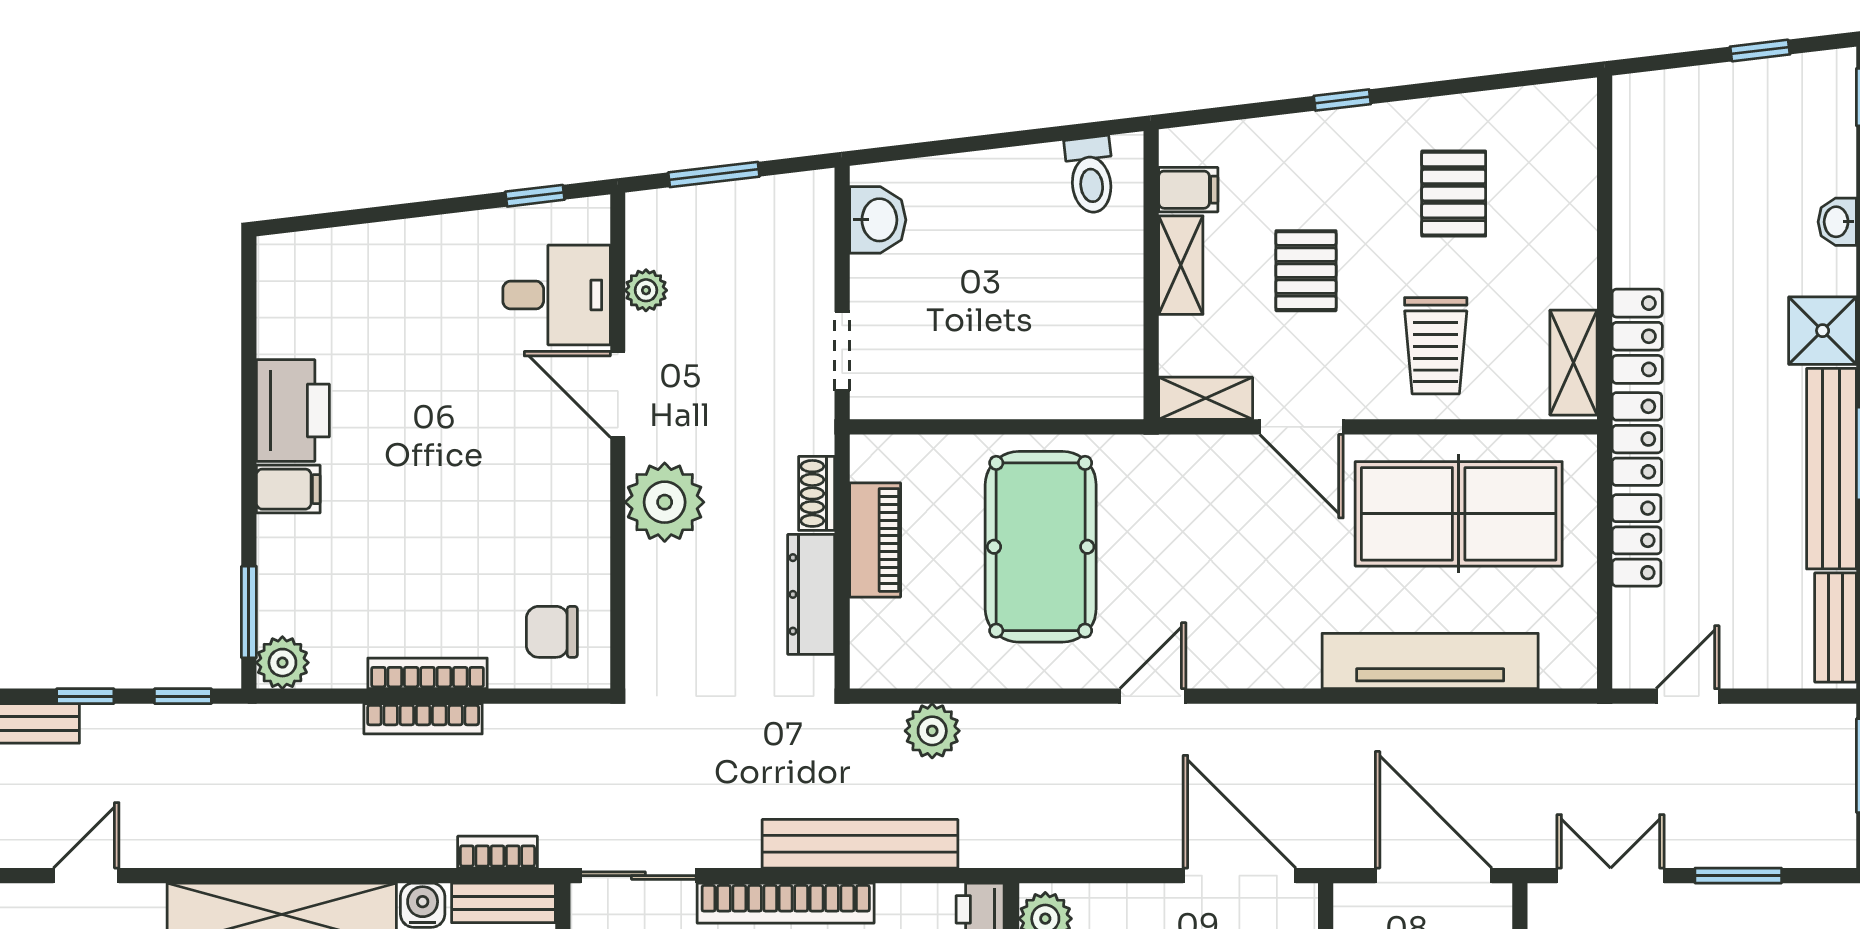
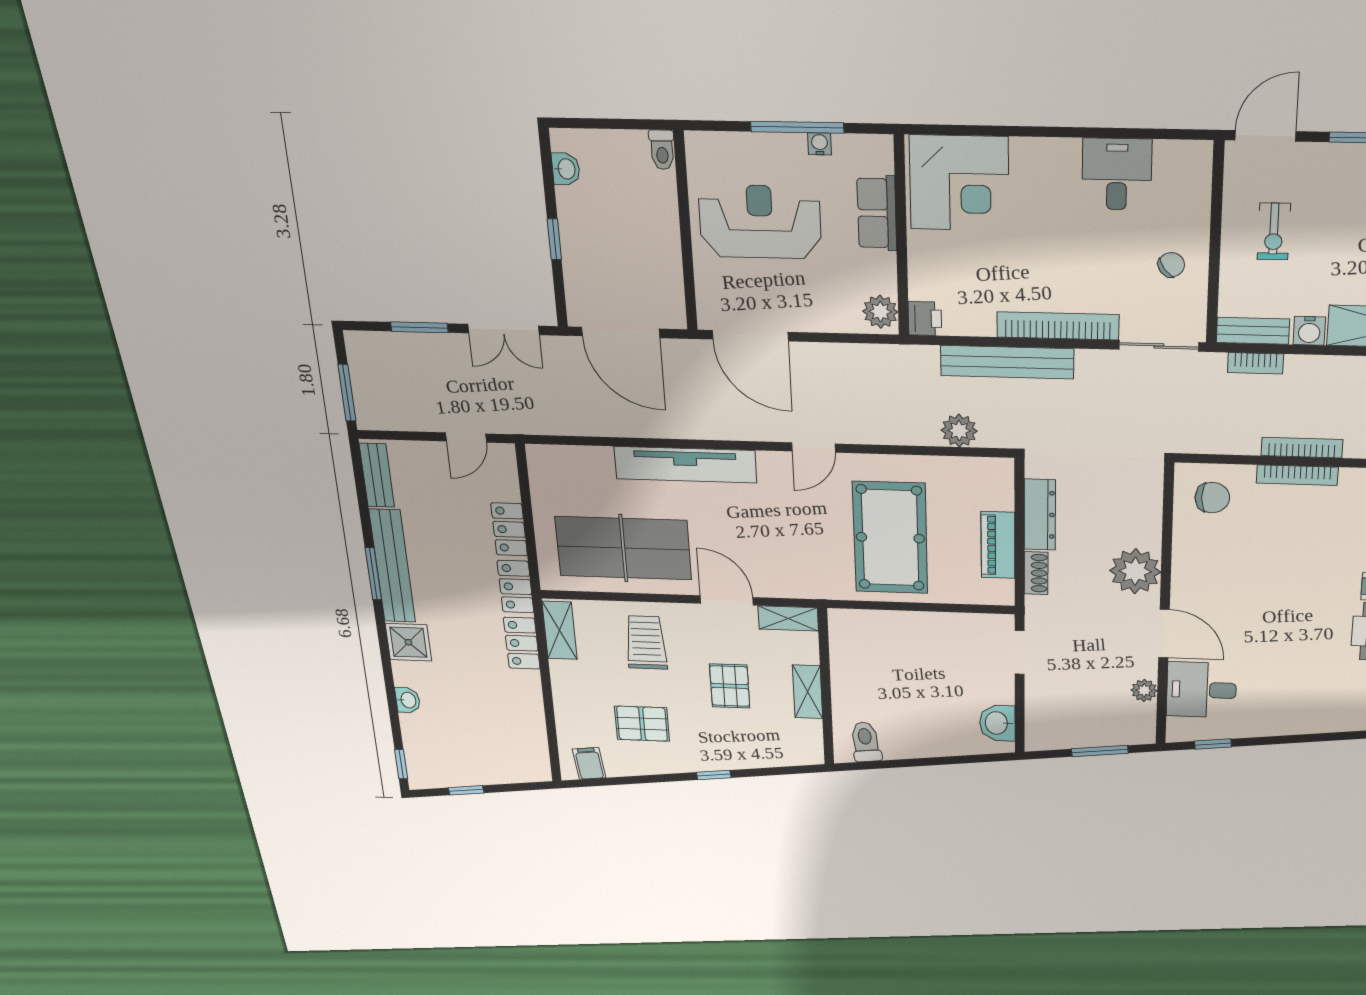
filing cabinet: (1188, 190) -> (589, 763), moved, turned 83
pallet: (1454, 194) -> (642, 724), turned 90
tv unit: (1430, 661) -> (685, 465), moved

